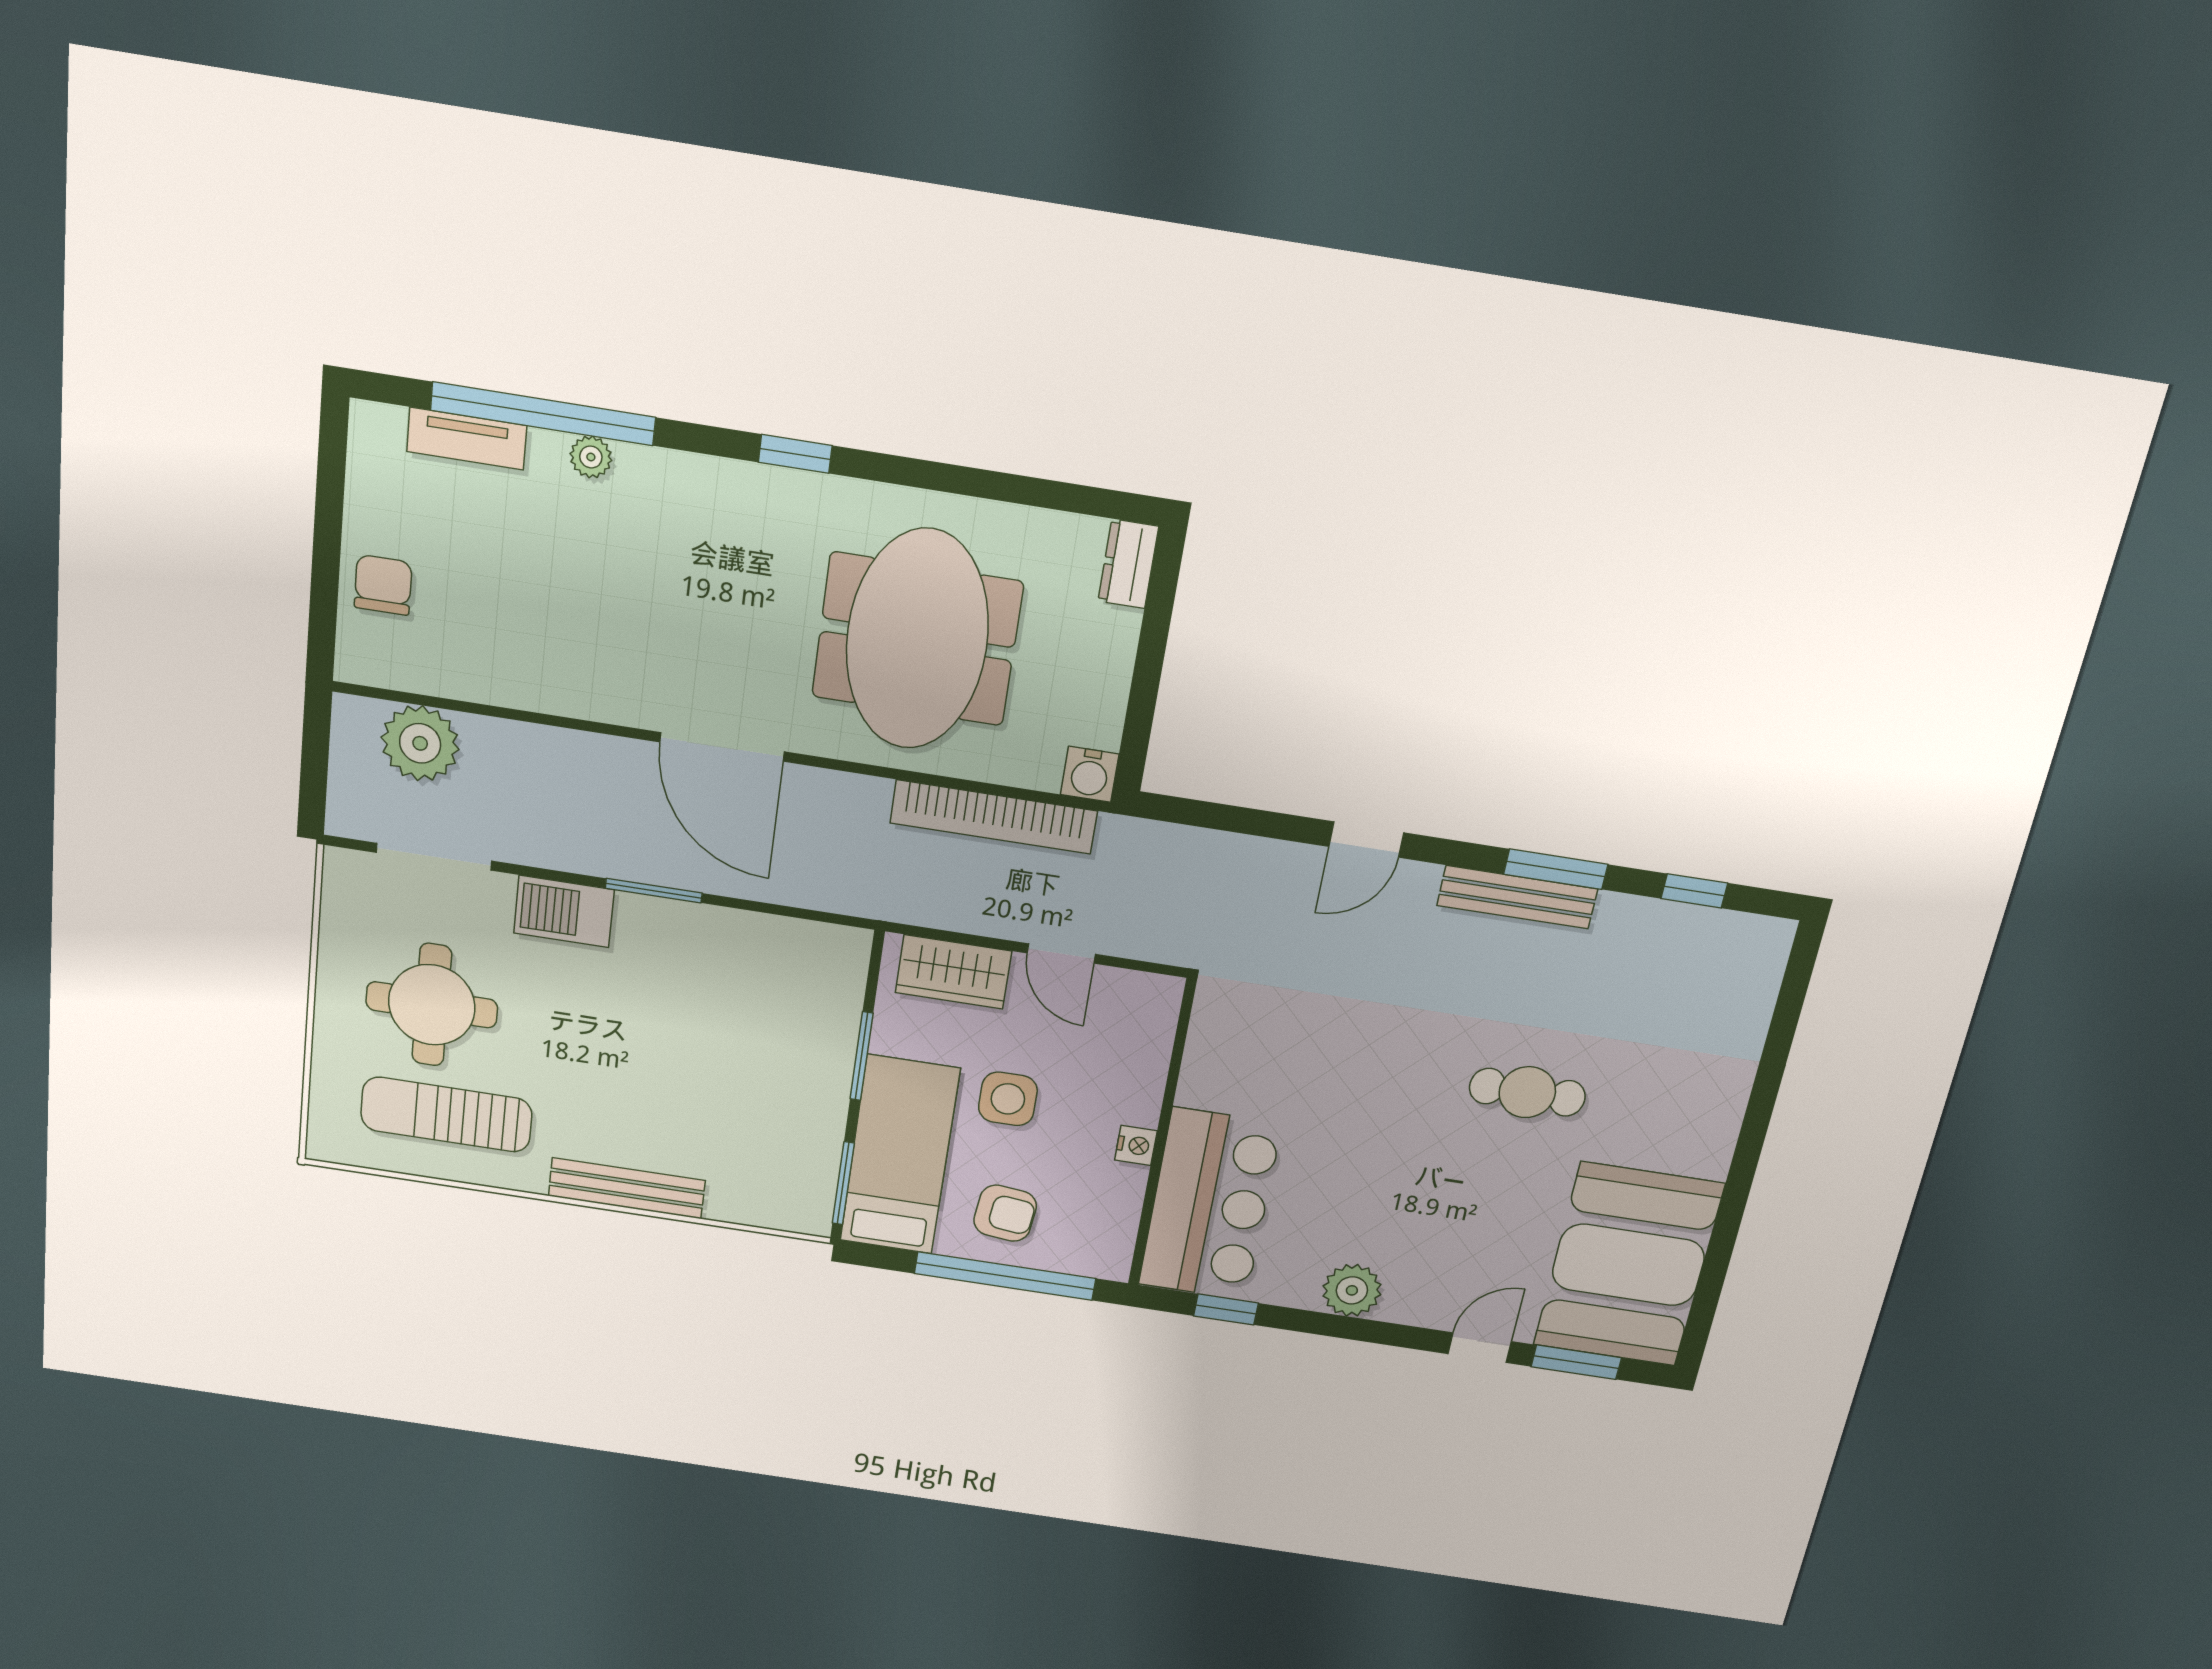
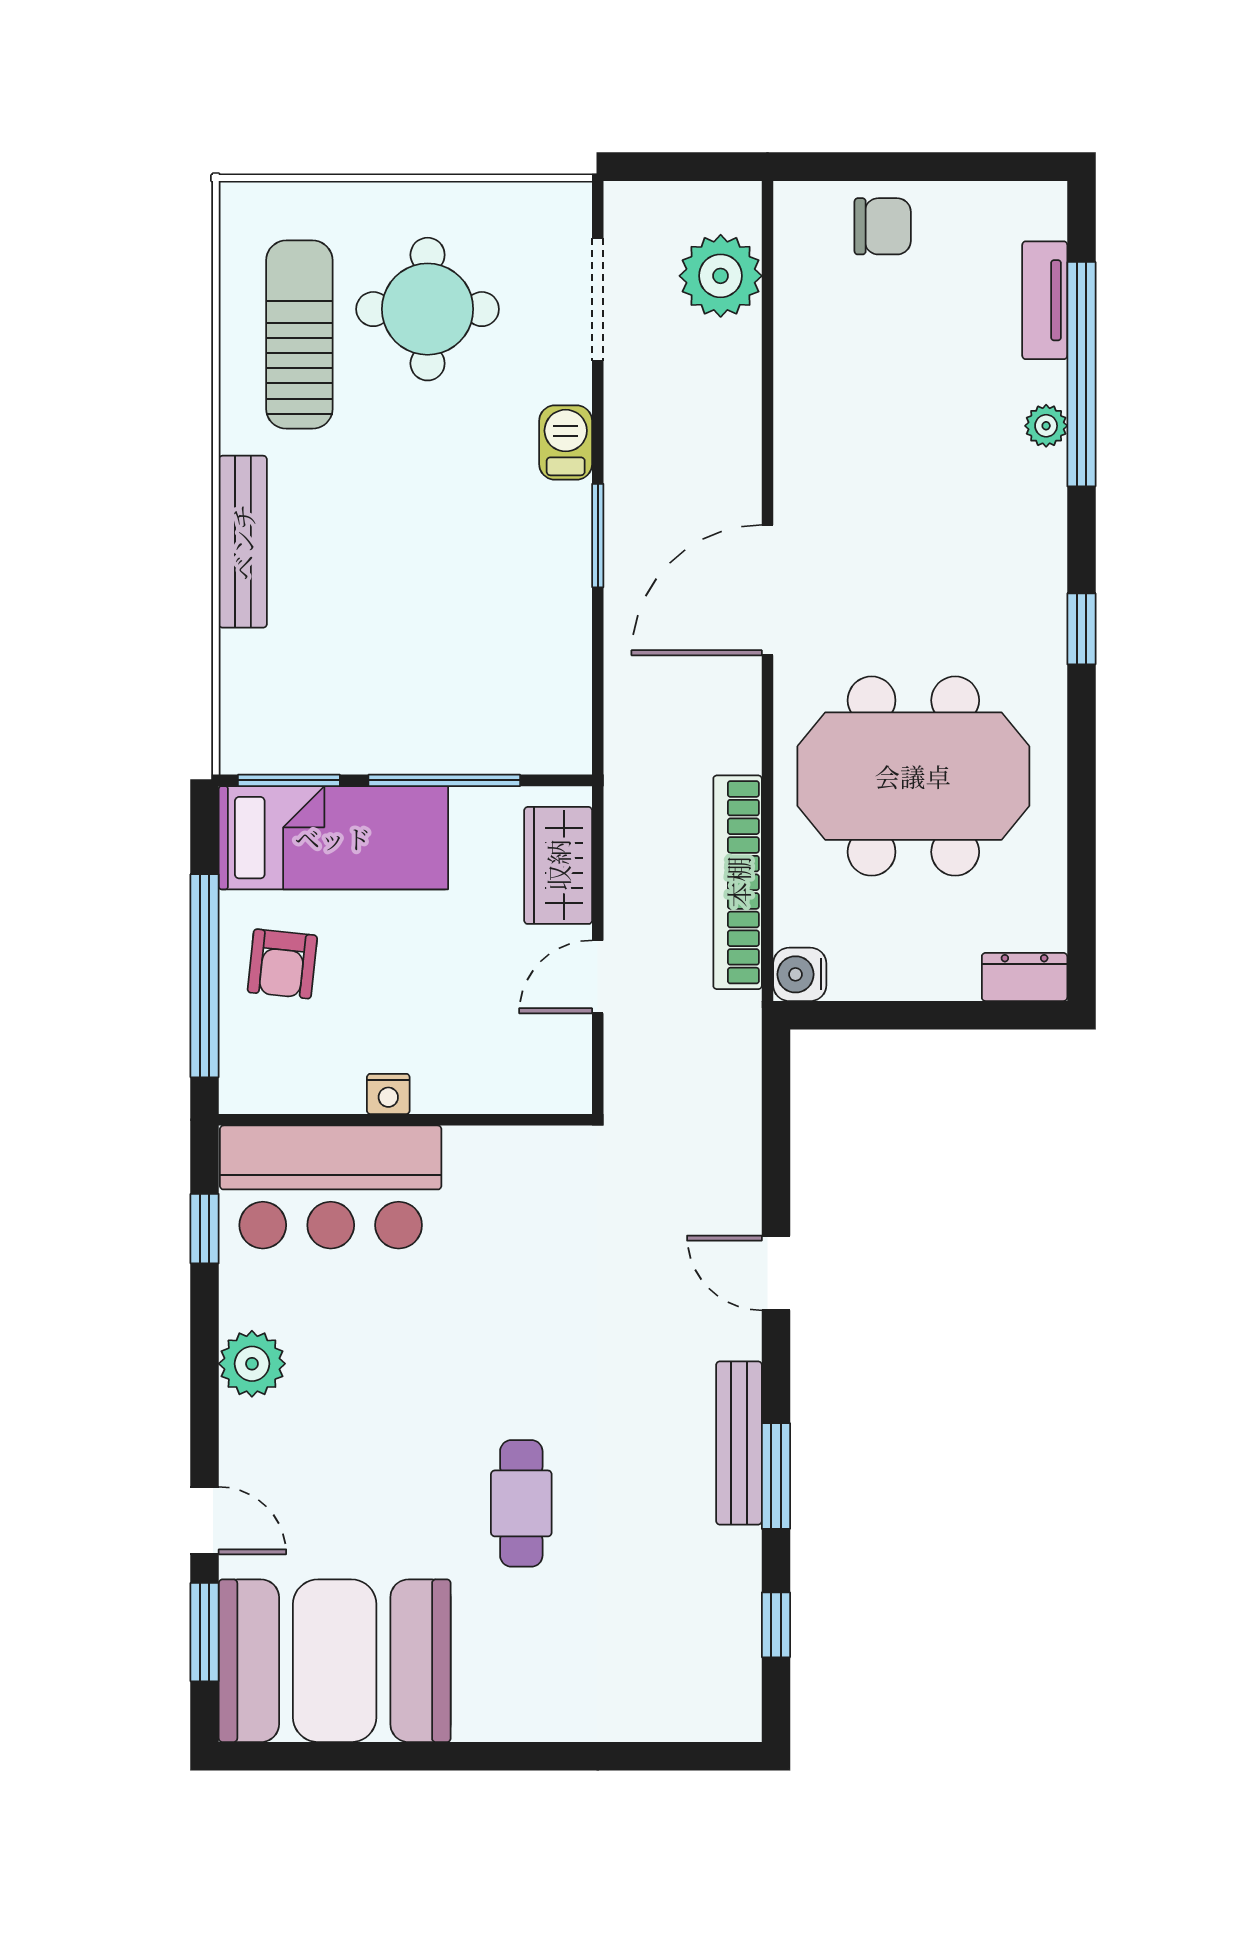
barbecue: (564, 911) -> (566, 442), width x0.73, depth x0.79
window: (862, 1056) -> (444, 780), width x1.44
side table: (1008, 1099) -> (420, 946), removed

